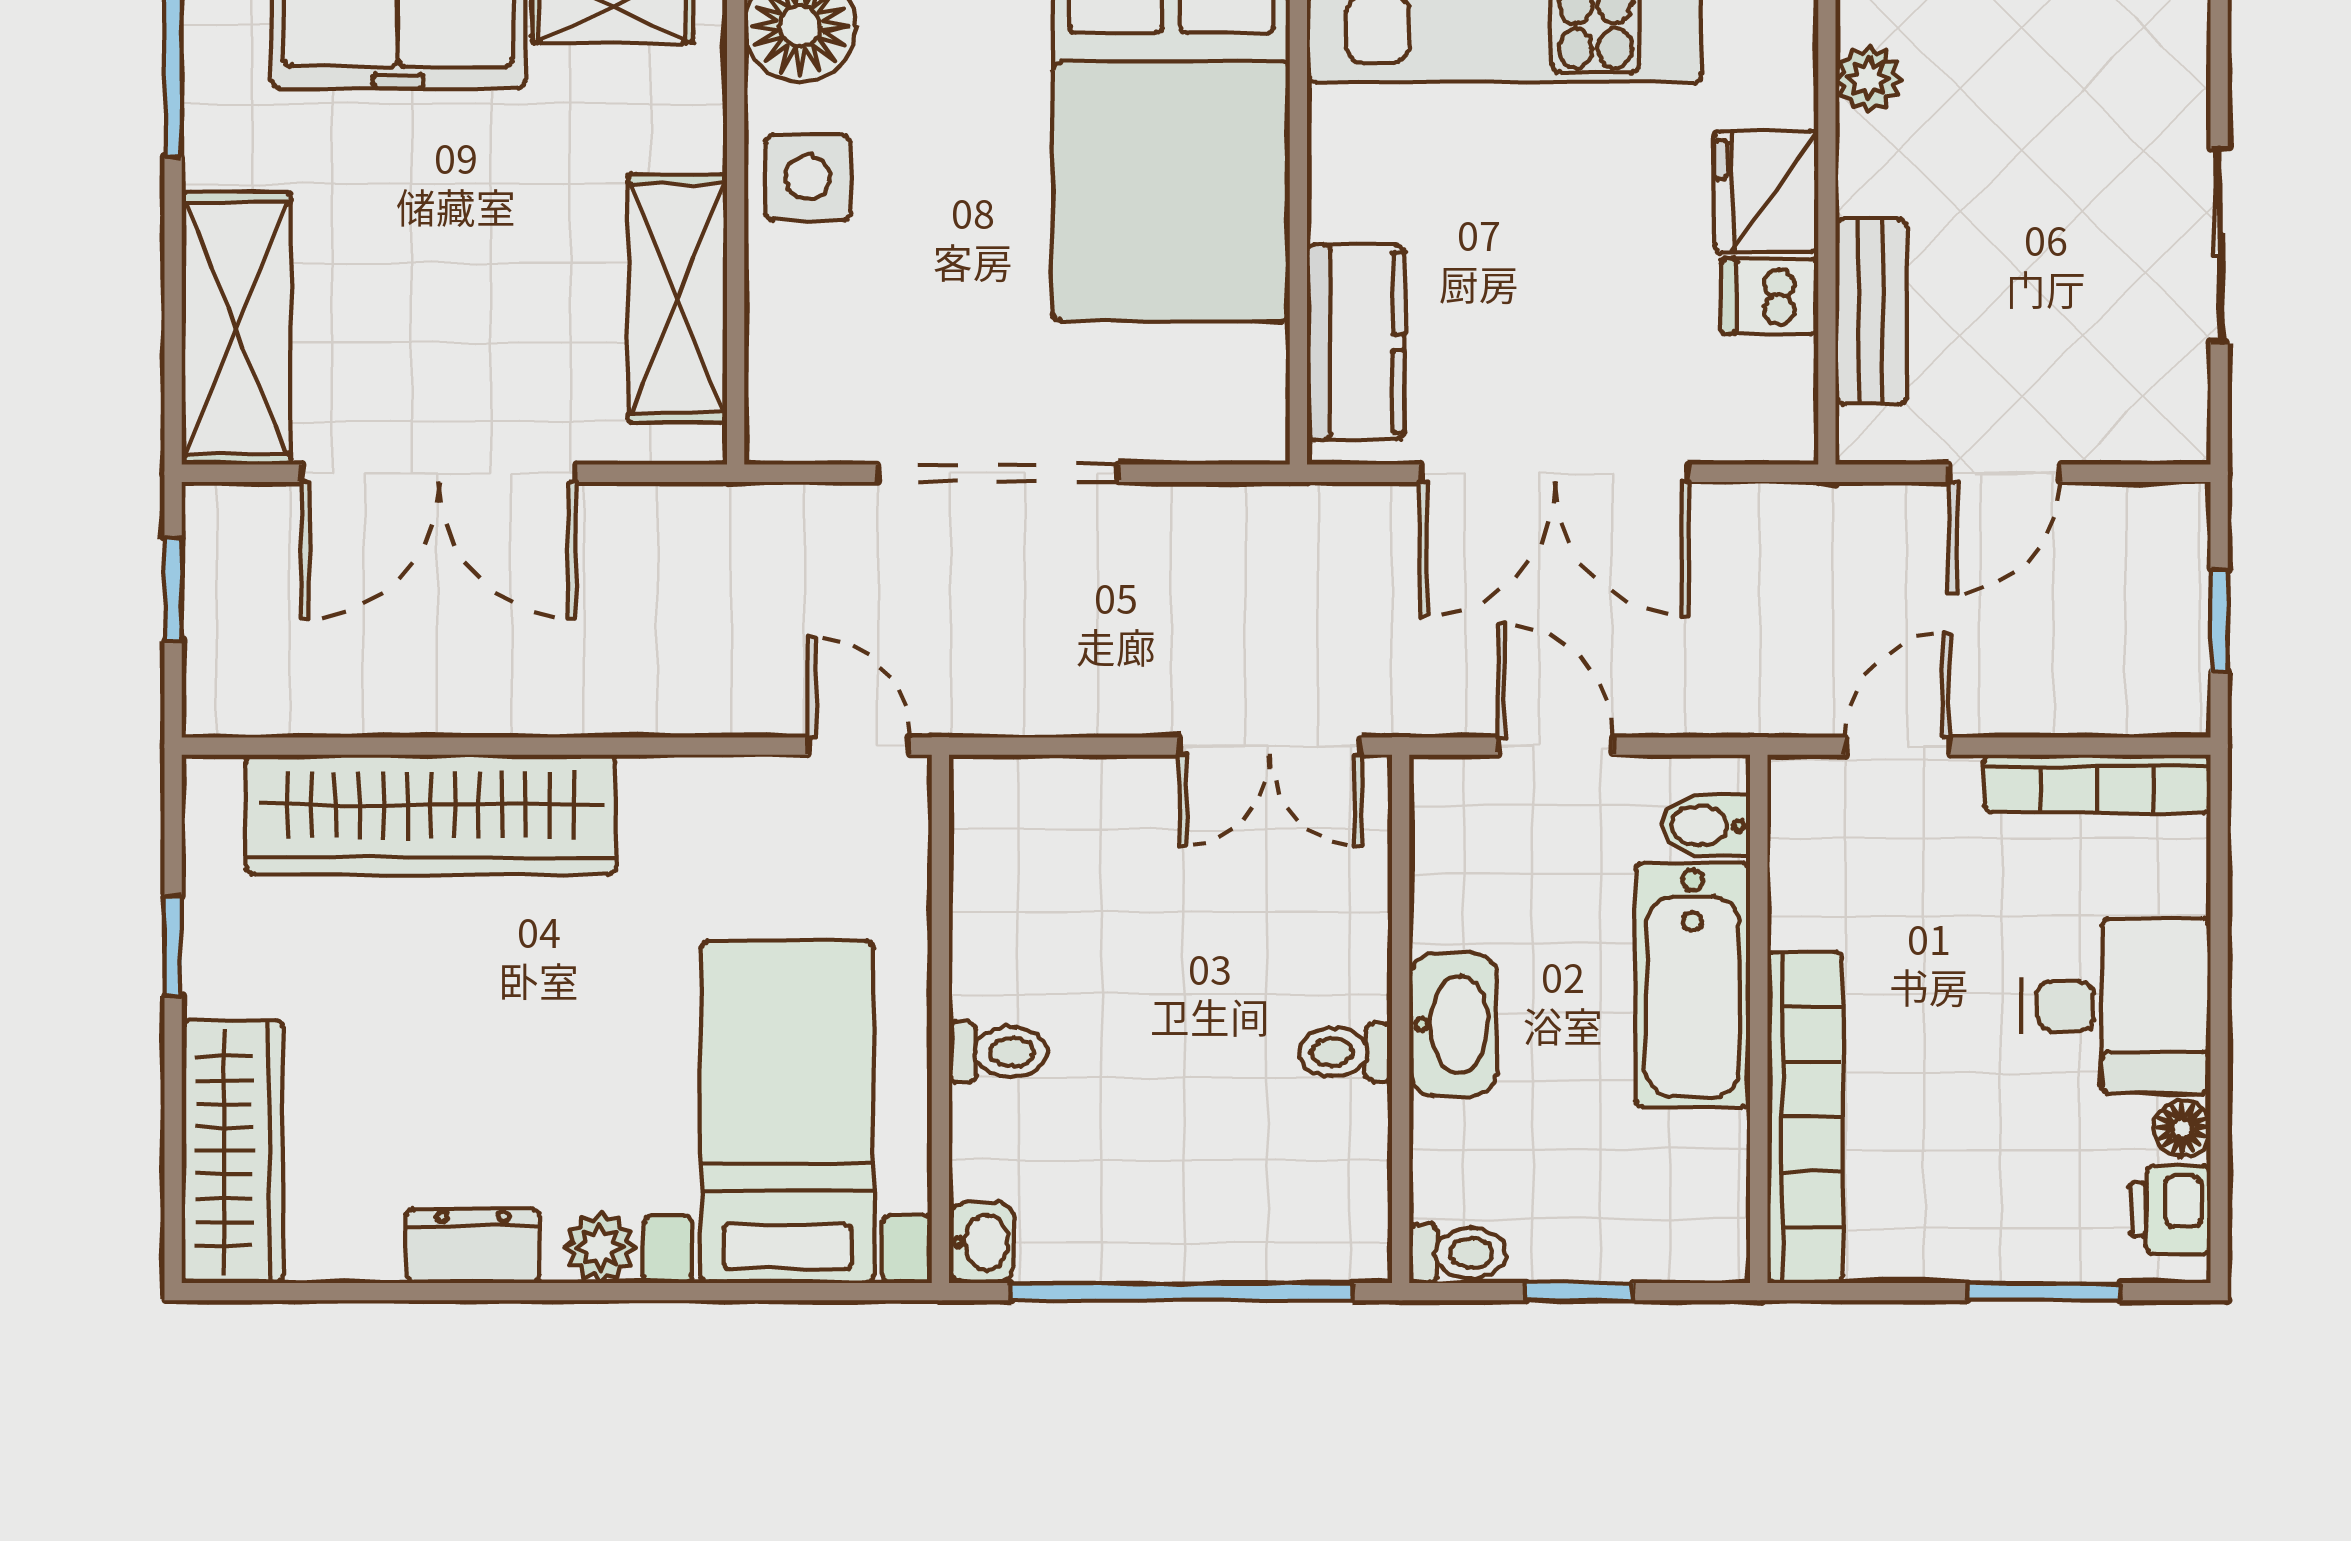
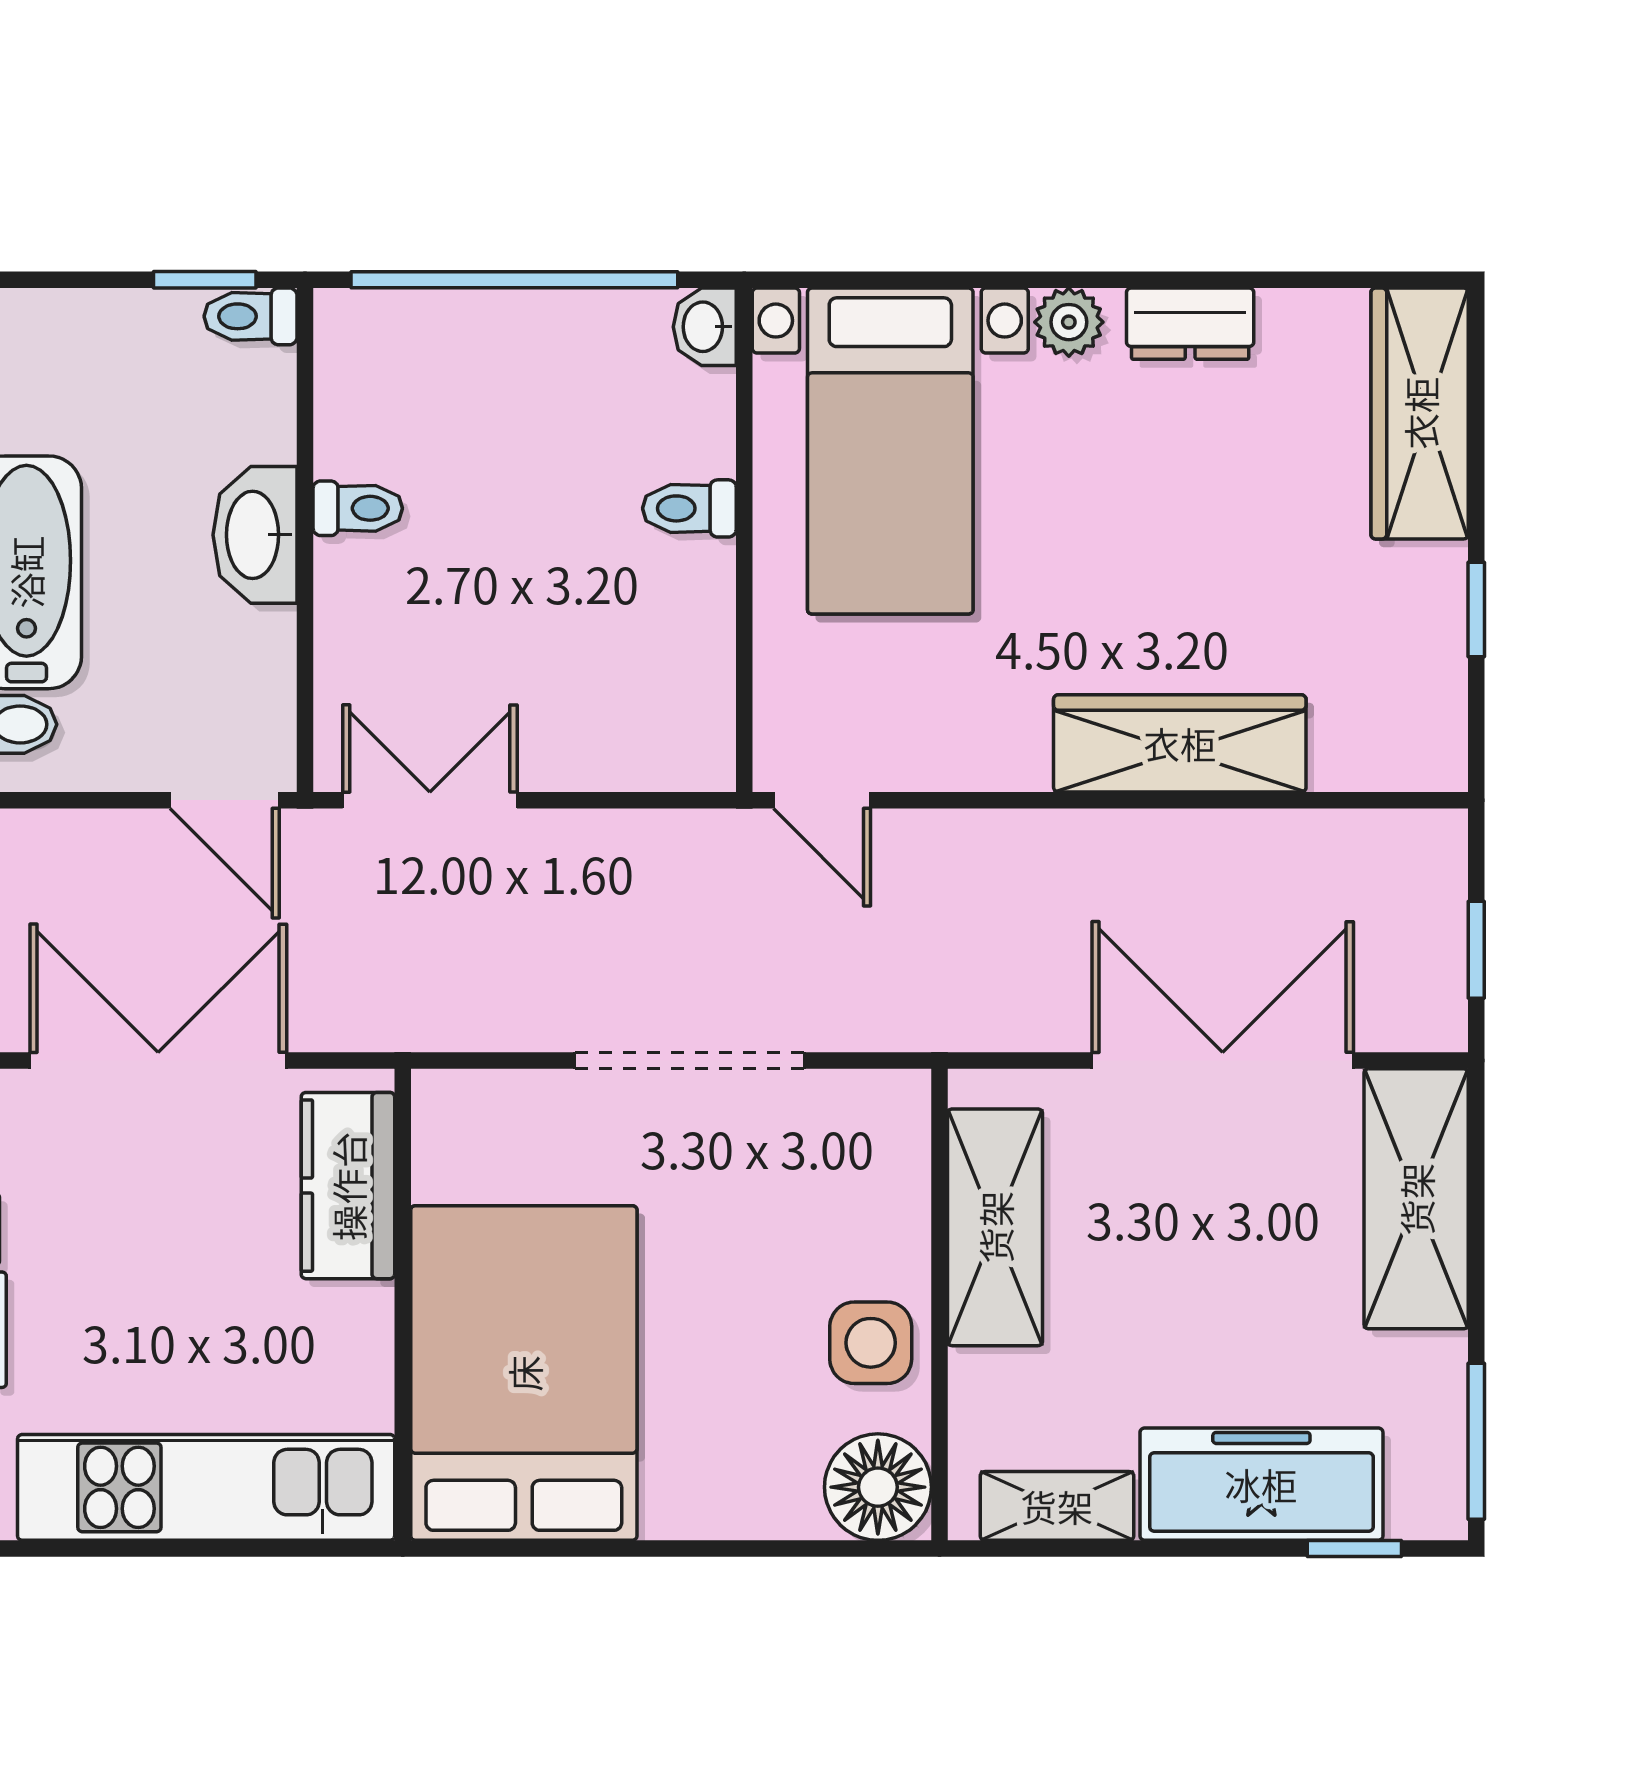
door: (1555, 746) -> (225, 800), moved
wardrobe: (431, 814) -> (1180, 743), width x0.71, depth x0.85
window: (1579, 1292) -> (205, 280), moved

